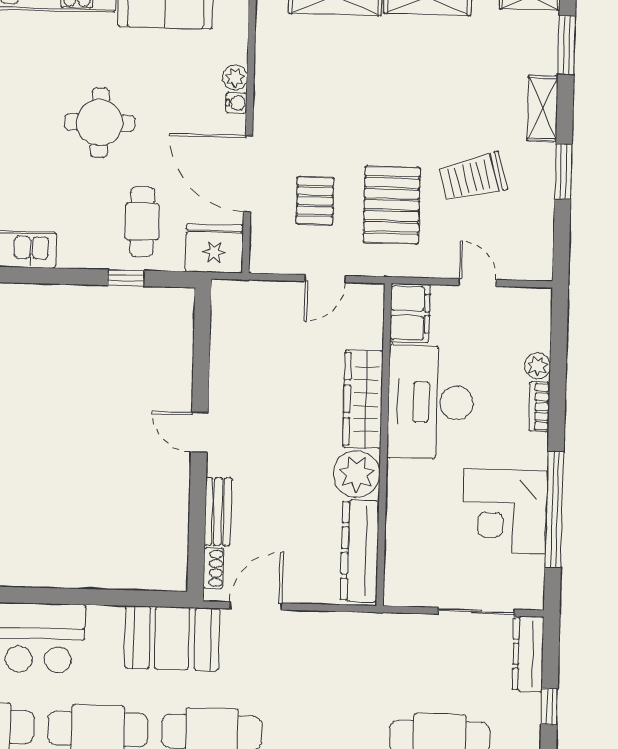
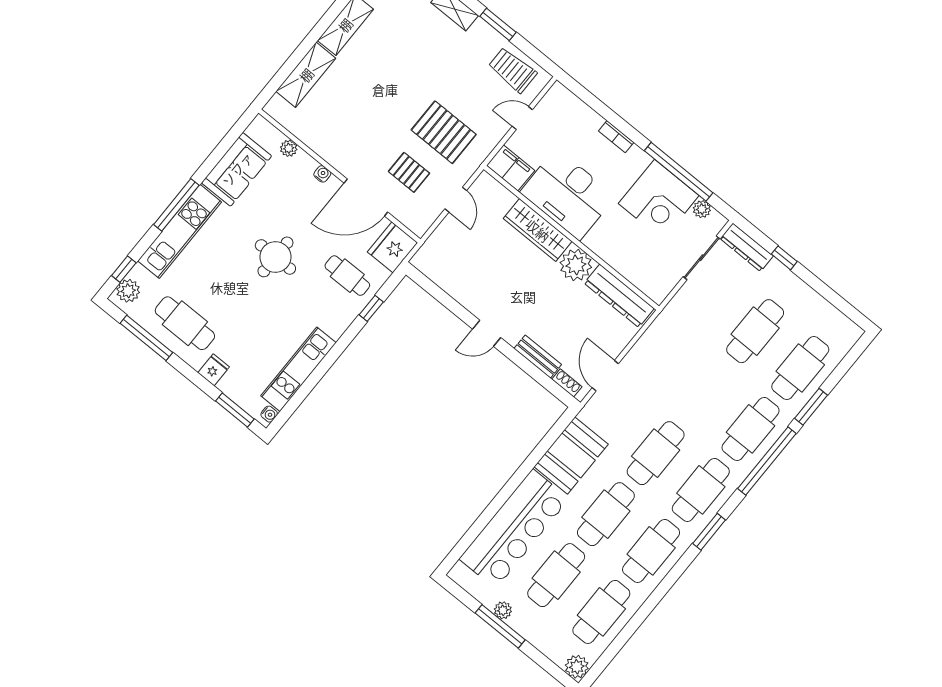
plant: (235, 78) -> (289, 148), moved
trolley: (473, 177) -> (513, 70), moved, turned 105
plant: (538, 366) -> (702, 209), moved
booth: (172, 638) -> (571, 455), moved

